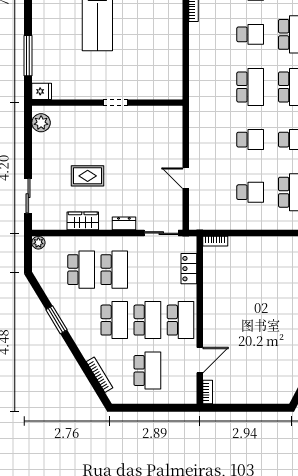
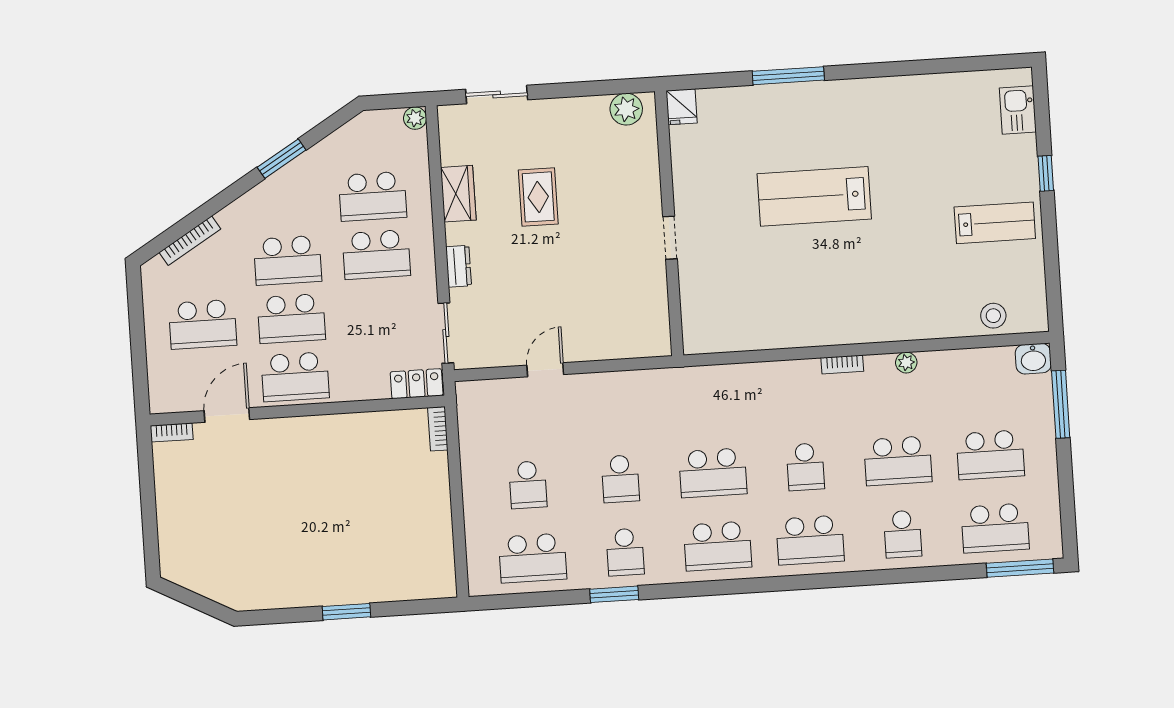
window: (28, 56) -> (788, 76), moved
locker: (189, 269) -> (417, 384), moved
door: (200, 360) -> (227, 415), swing flipped

